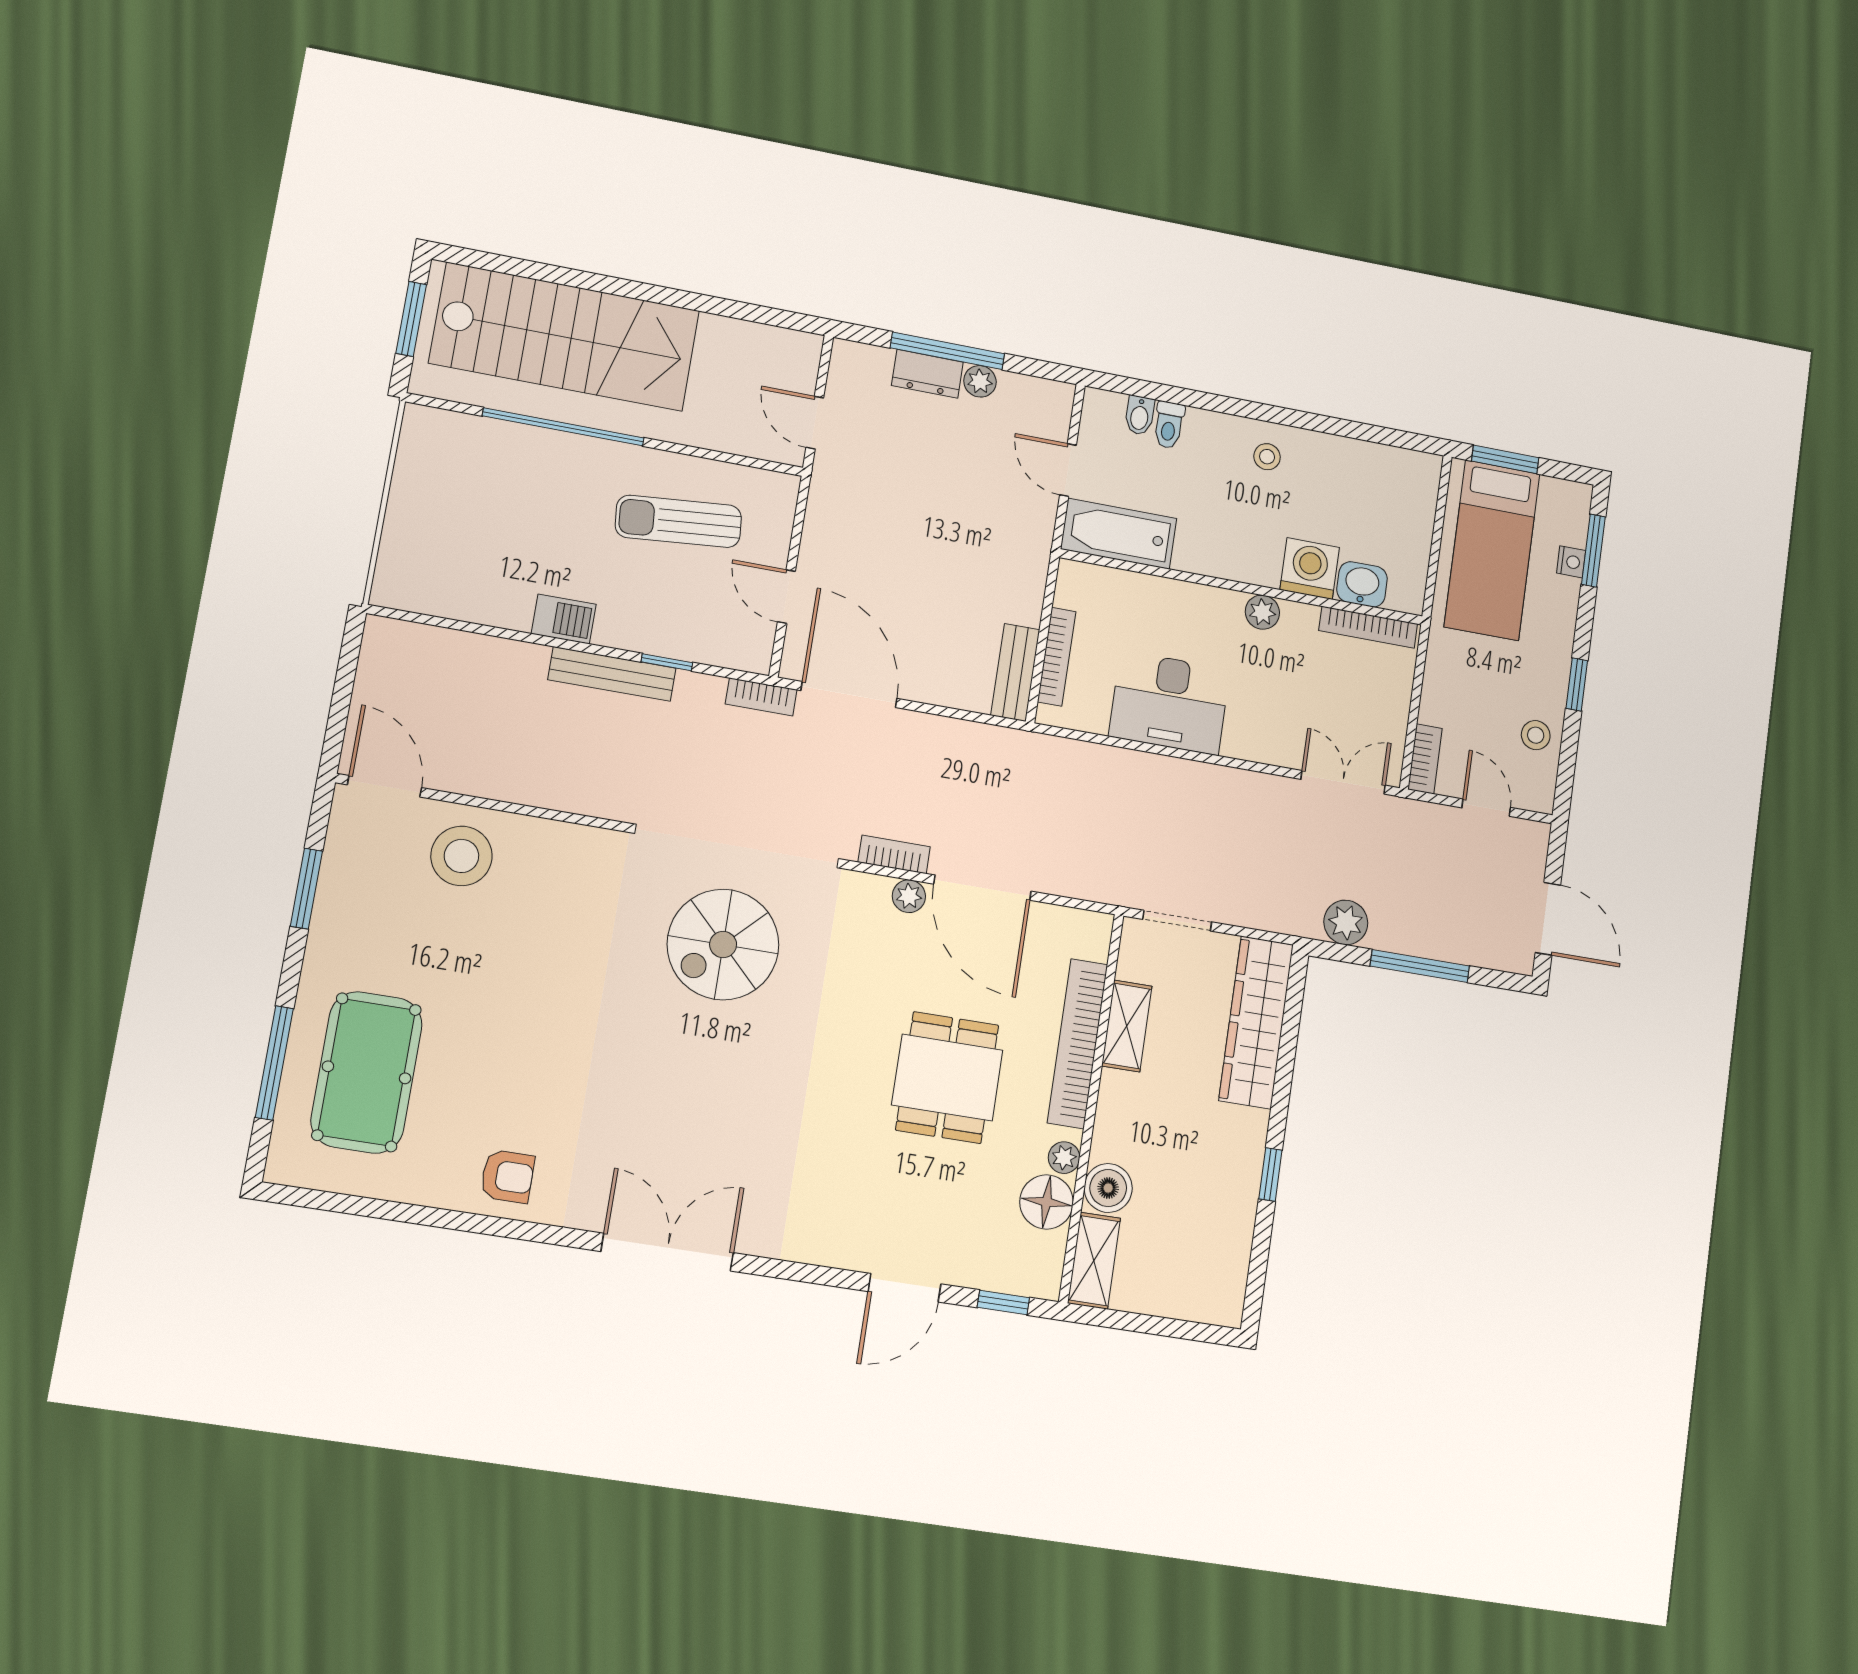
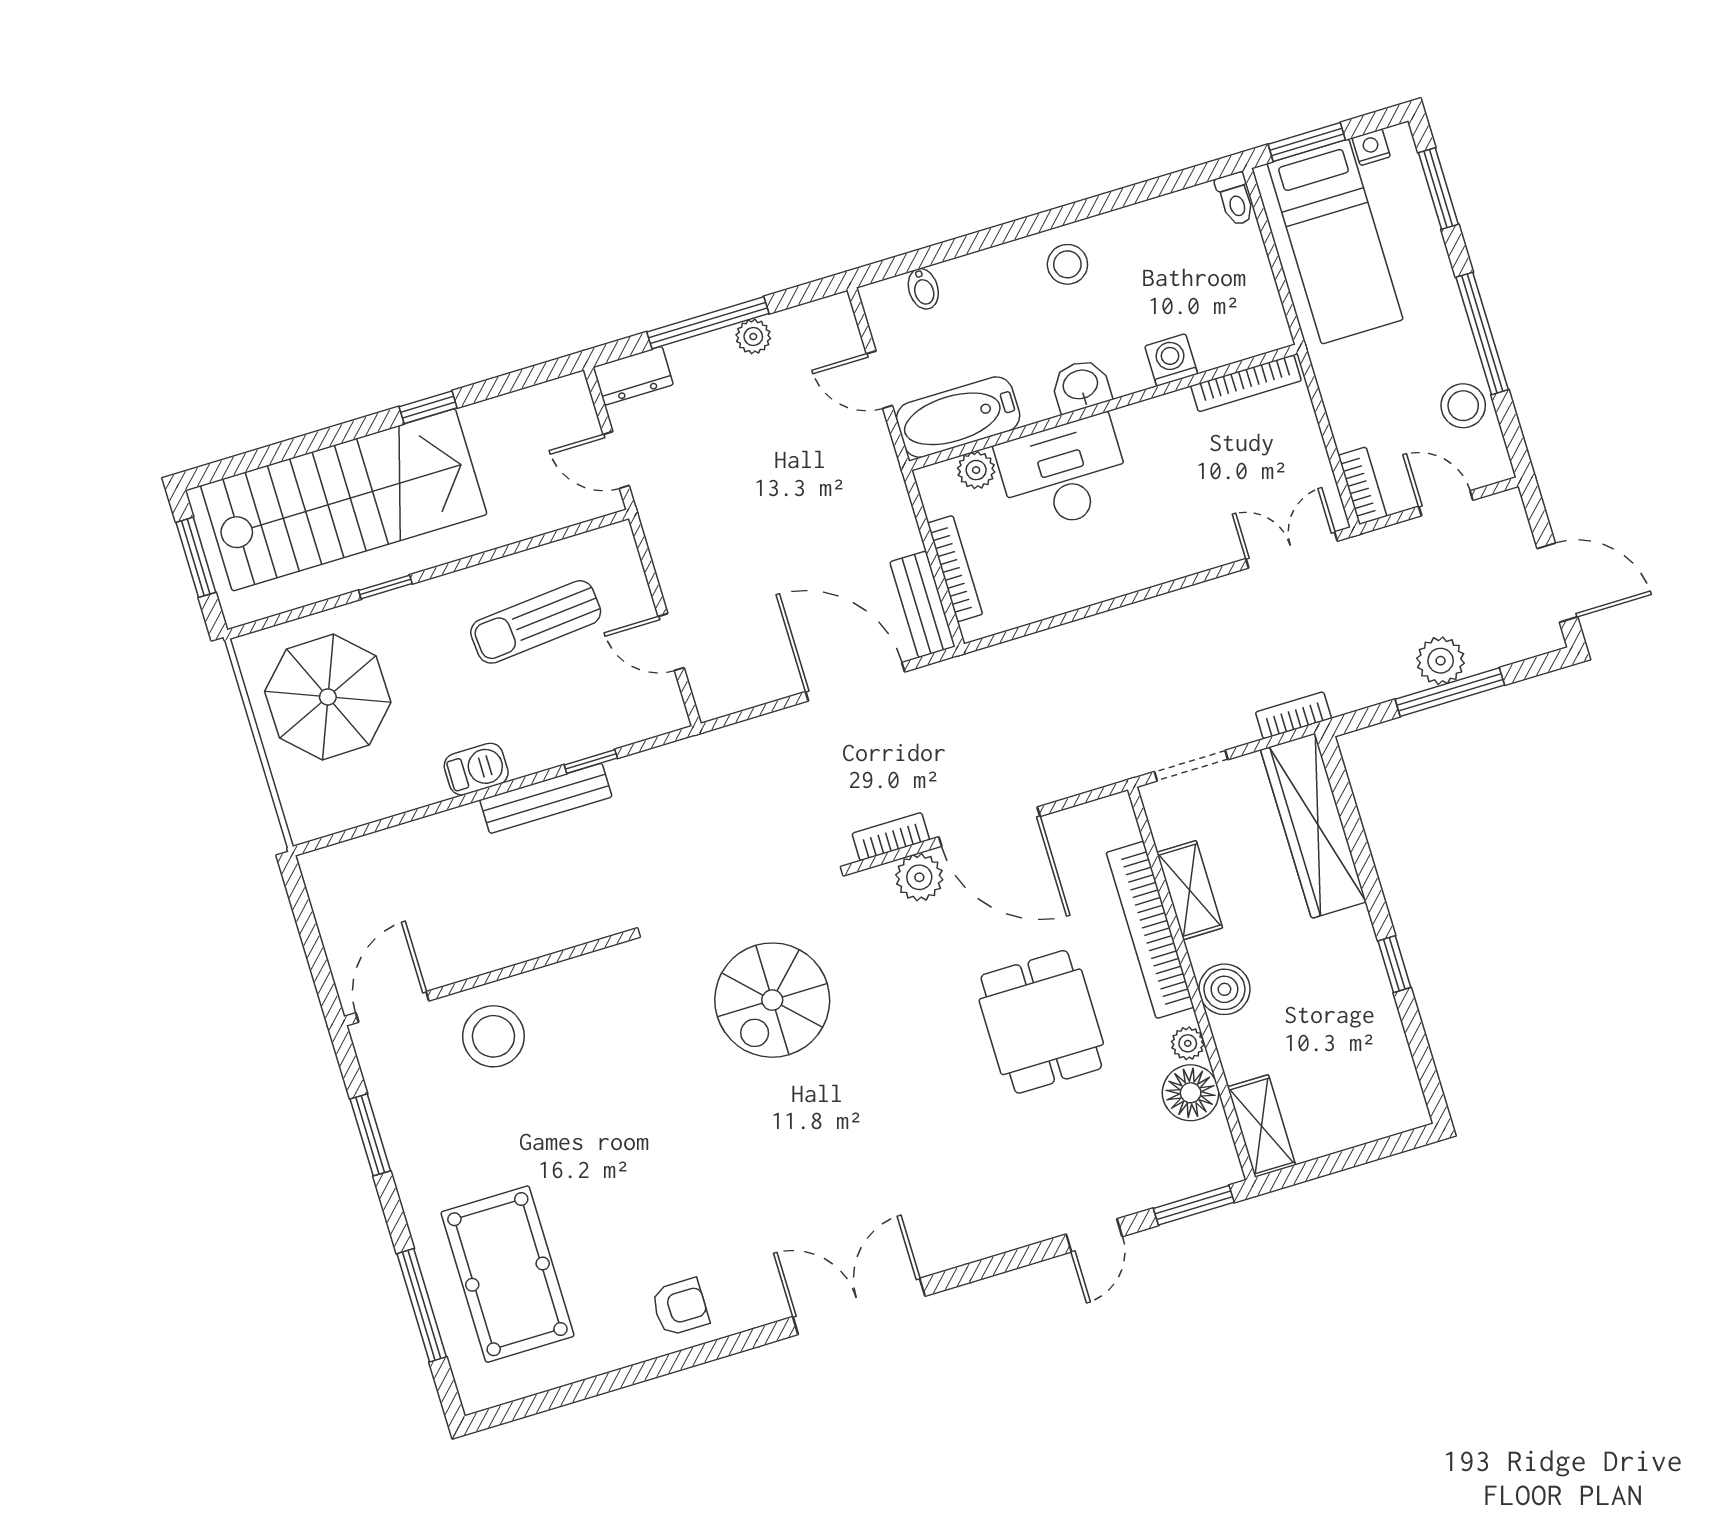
window: (677, 298) -> (428, 407), added
dresser: (927, 374) -> (633, 376), moved
toilet: (1169, 425) -> (1235, 199), moved
window: (563, 427) -> (385, 587), width x0.32
stool: (1267, 457) -> (1067, 264), width x1.37, depth x1.37
parasol: (465, 493) -> (328, 697), added
nightstand: (1571, 562) -> (1371, 147), moved, turned -90
washing machine: (1310, 569) -> (1171, 360), width x0.73, depth x0.73
washbasin: (1362, 584) -> (1081, 386), moved
plant: (1262, 612) -> (976, 470), moved
window: (1577, 684) -> (1482, 333), width x2.17
door: (849, 695) -> (855, 682), moved
bookcase: (761, 697) -> (1293, 715), moved, turned 180
desk: (1169, 703) -> (1064, 474), moved, turned 180
stool: (1536, 735) -> (1463, 406), width x1.37, depth x1.37
door: (385, 786) -> (392, 1007), hinge flipped
plant: (909, 896) -> (919, 877), width x1.38, depth x1.38
plant: (1346, 922) -> (1441, 661), moved
boiler: (1108, 1188) -> (1224, 989), moved
door: (904, 1288) -> (1094, 1235), width x0.73
window: (1003, 1303) -> (1194, 1205), width x1.50

